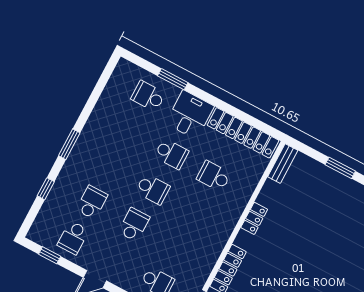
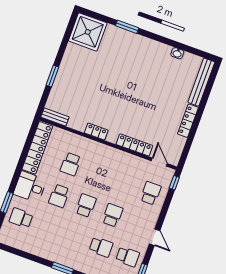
school desk: (148, 96) -> (21, 218), turned 90
school desk: (171, 154) -> (59, 196), turned 180
school desk: (92, 202) -> (101, 247), turned 180
school desk: (134, 225) -> (112, 215), turned 90

